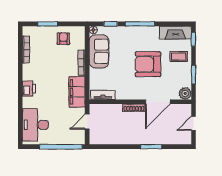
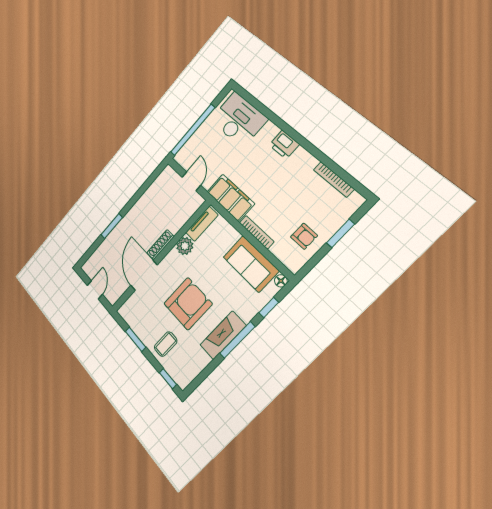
fireplace: (175, 33) -> (223, 335), moved
plant: (185, 93) -> (185, 246), moved

